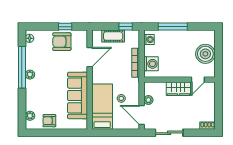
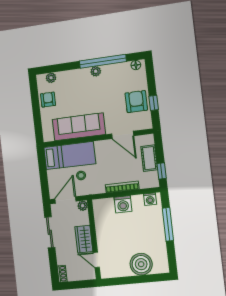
wall: (179, 80) -> (94, 239), moved
door: (198, 80) -> (96, 260), moved
wardrobe: (178, 89) -> (84, 239), moved

